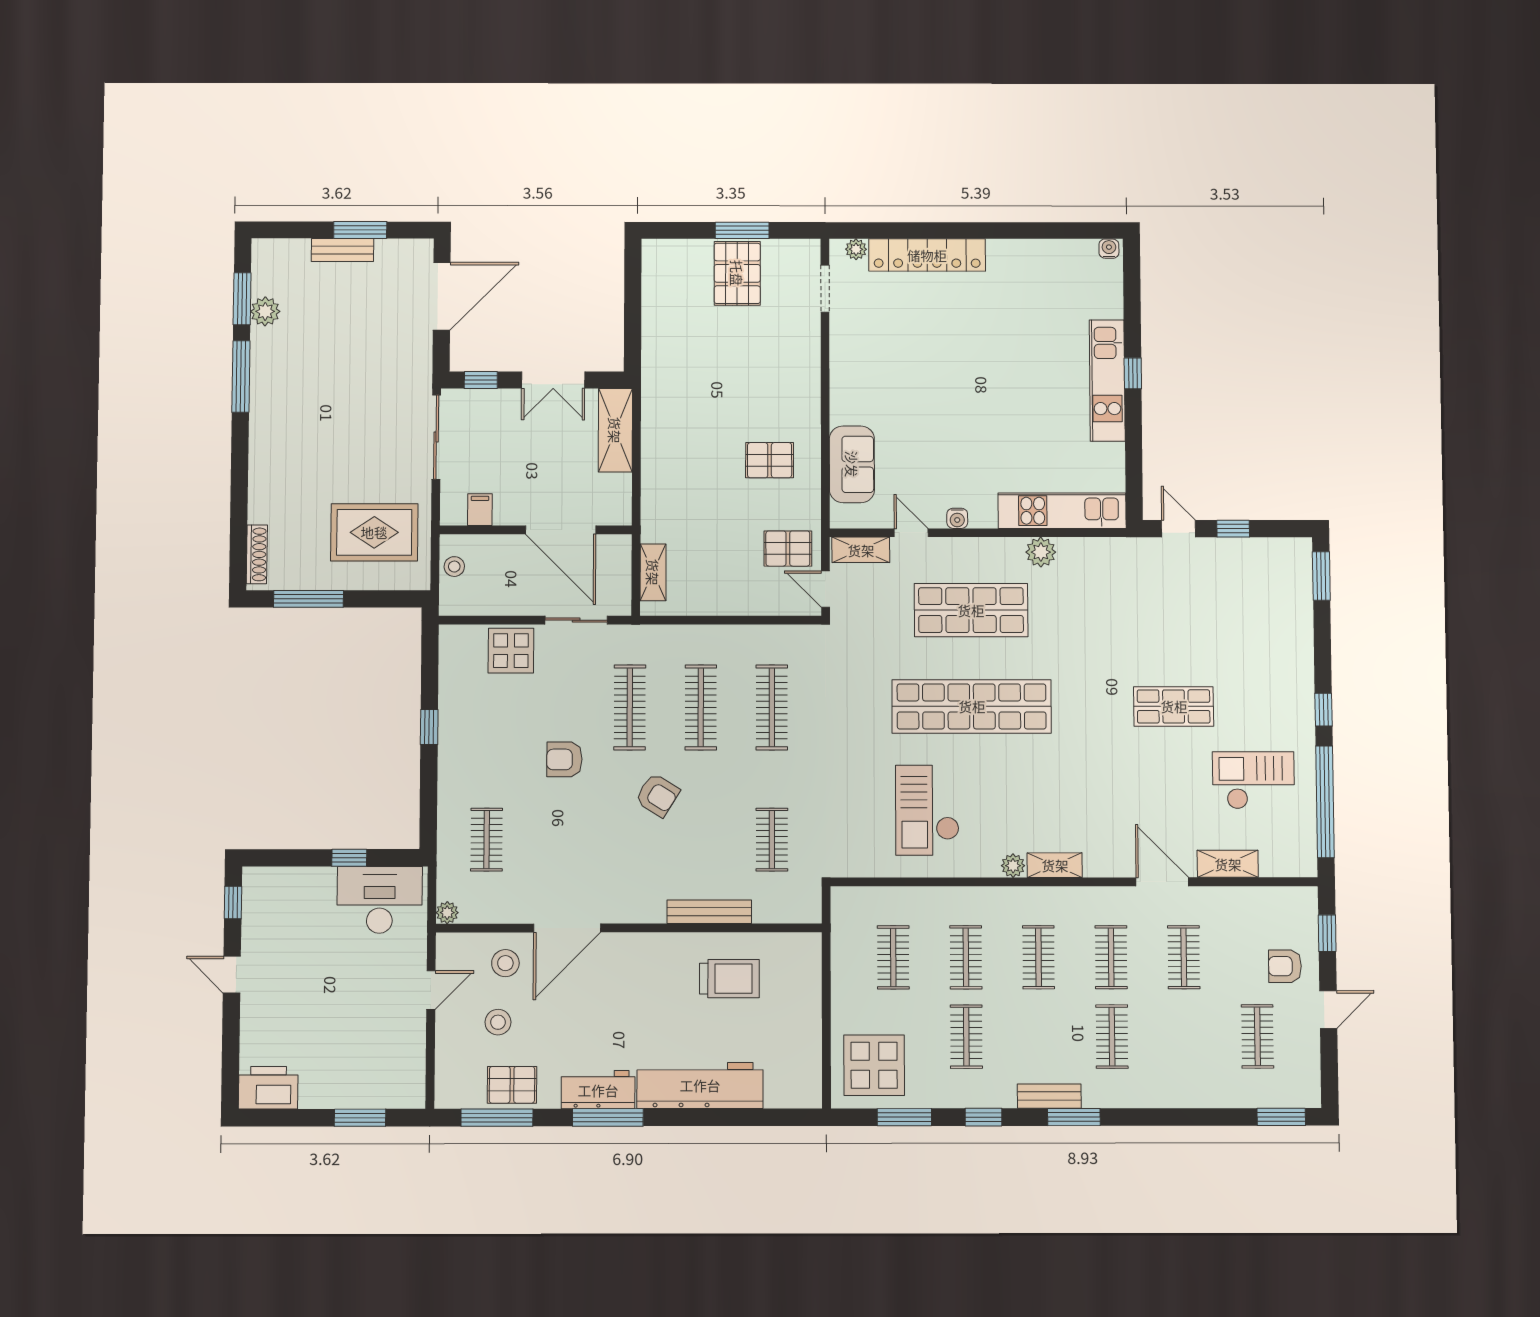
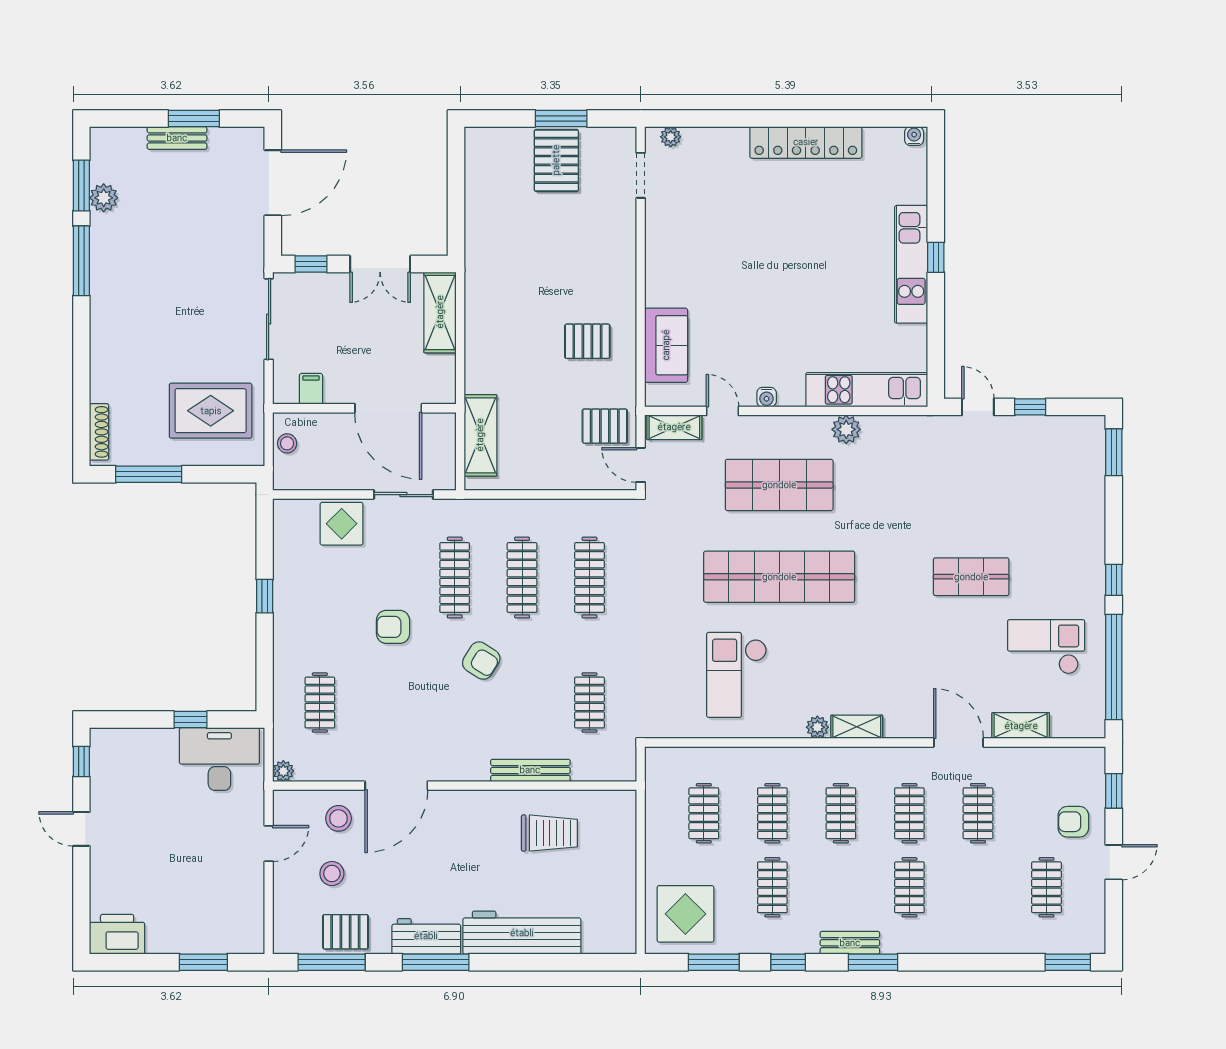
locker: (927, 255) -> (806, 142), moved
shelving: (653, 572) -> (480, 435), width x1.50, depth x1.33

